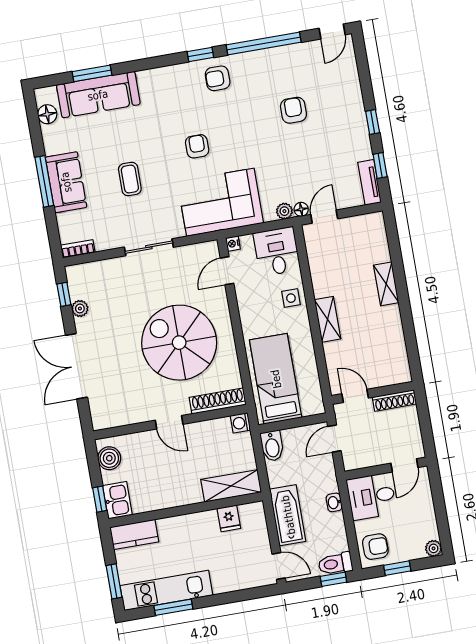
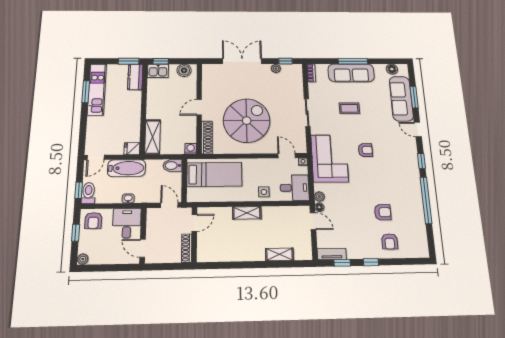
door: (332, 31) -> (418, 129), moved
armchair: (218, 78) -> (390, 241), moved, turned 180
sofa: (66, 182) -> (351, 73), width x1.36
shelving: (386, 284) -> (280, 254), moved
fridge: (229, 518) -> (132, 149), moved
window: (114, 581) -> (129, 61), moved

